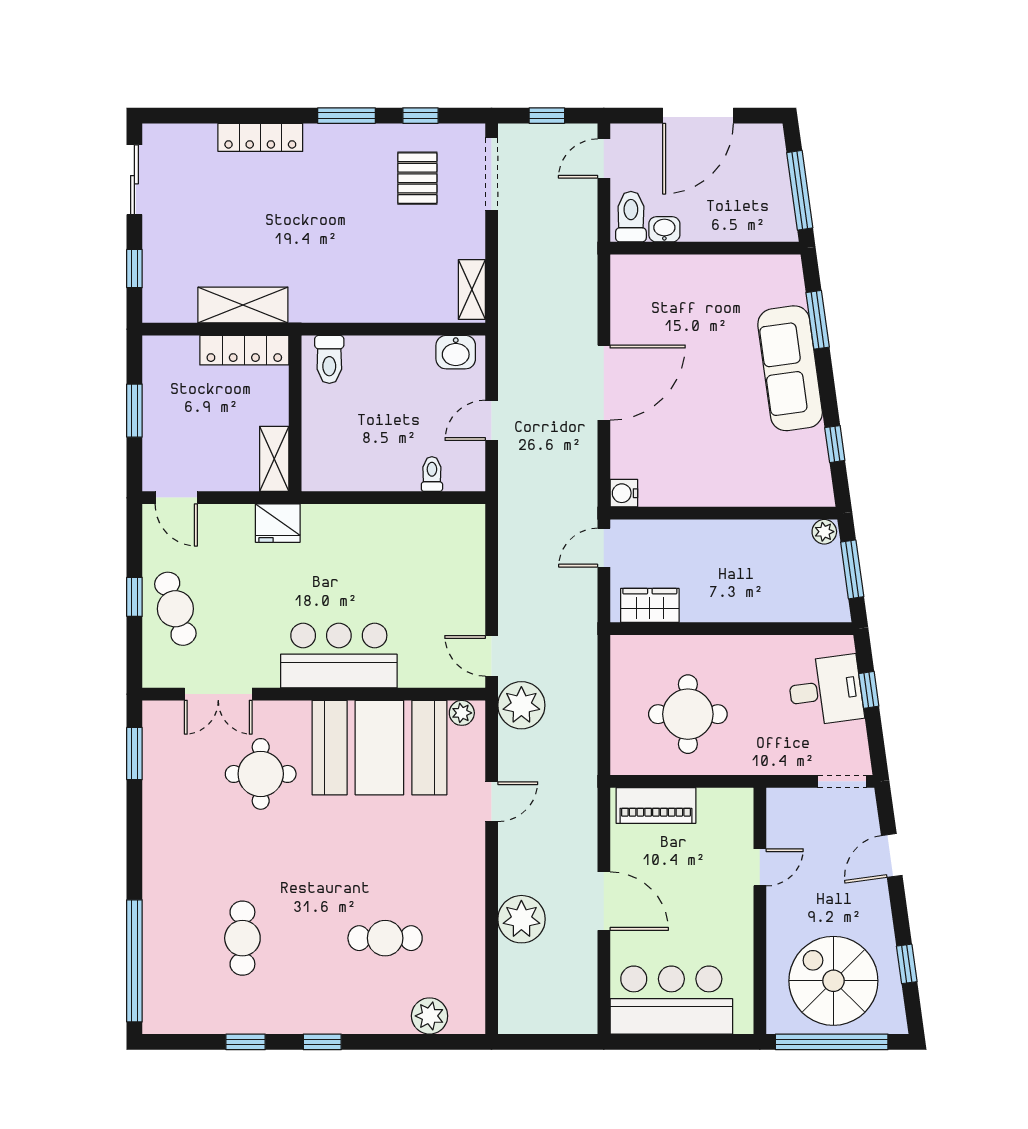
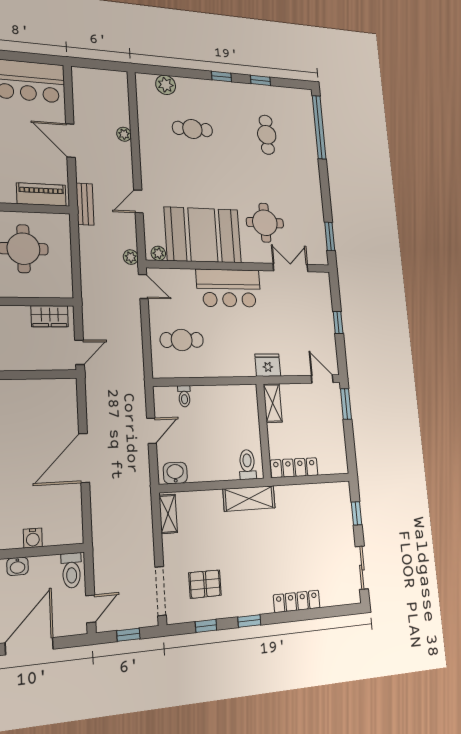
window: (346, 116) -> (249, 621), width x0.67
pallet: (417, 178) -> (205, 584), turned 90
washbasin: (664, 229) -> (18, 566), moved
shelving: (243, 305) -> (249, 498), moved
window: (134, 411) -> (346, 404), moved
water cooler: (624, 493) -> (33, 538), moved, turned 90
cafe table: (175, 609) -> (182, 340), moved, turned -72
plant: (521, 705) -> (131, 257), width x0.53, depth x0.53
bench: (584, 793) -> (85, 204), added
plant: (521, 919) -> (124, 134), width x0.53, depth x0.53

